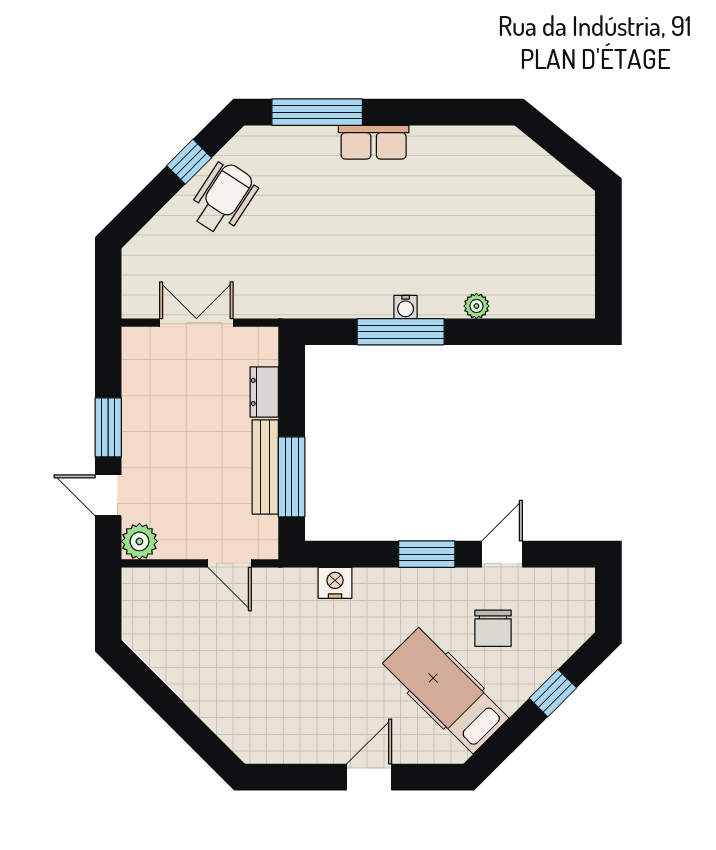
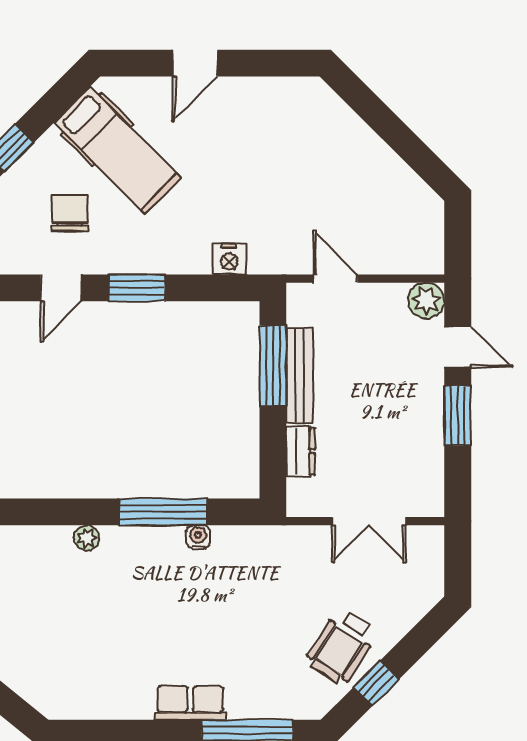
water cooler: (406, 307) -> (198, 537), moved

